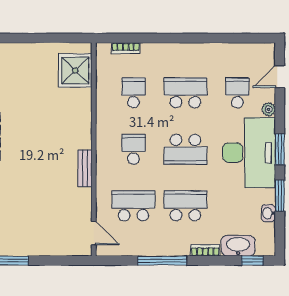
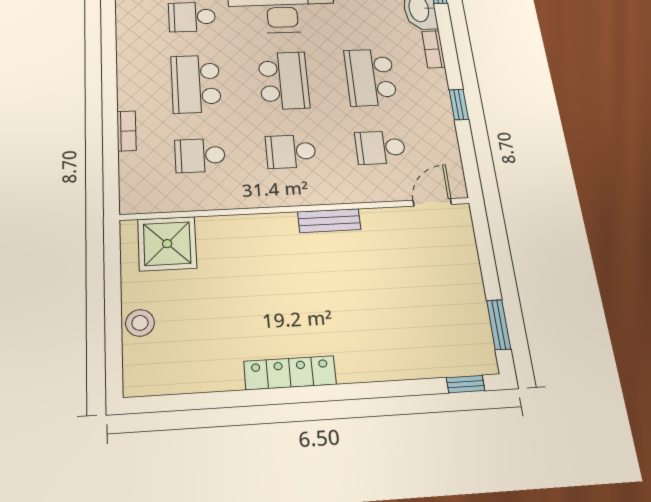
bookcase: (126, 48) -> (126, 131), moved
stool: (27, 53) -> (140, 323), added
school desk: (133, 206) -> (380, 148), width x0.54
window: (162, 261) -> (459, 105), width x0.46

